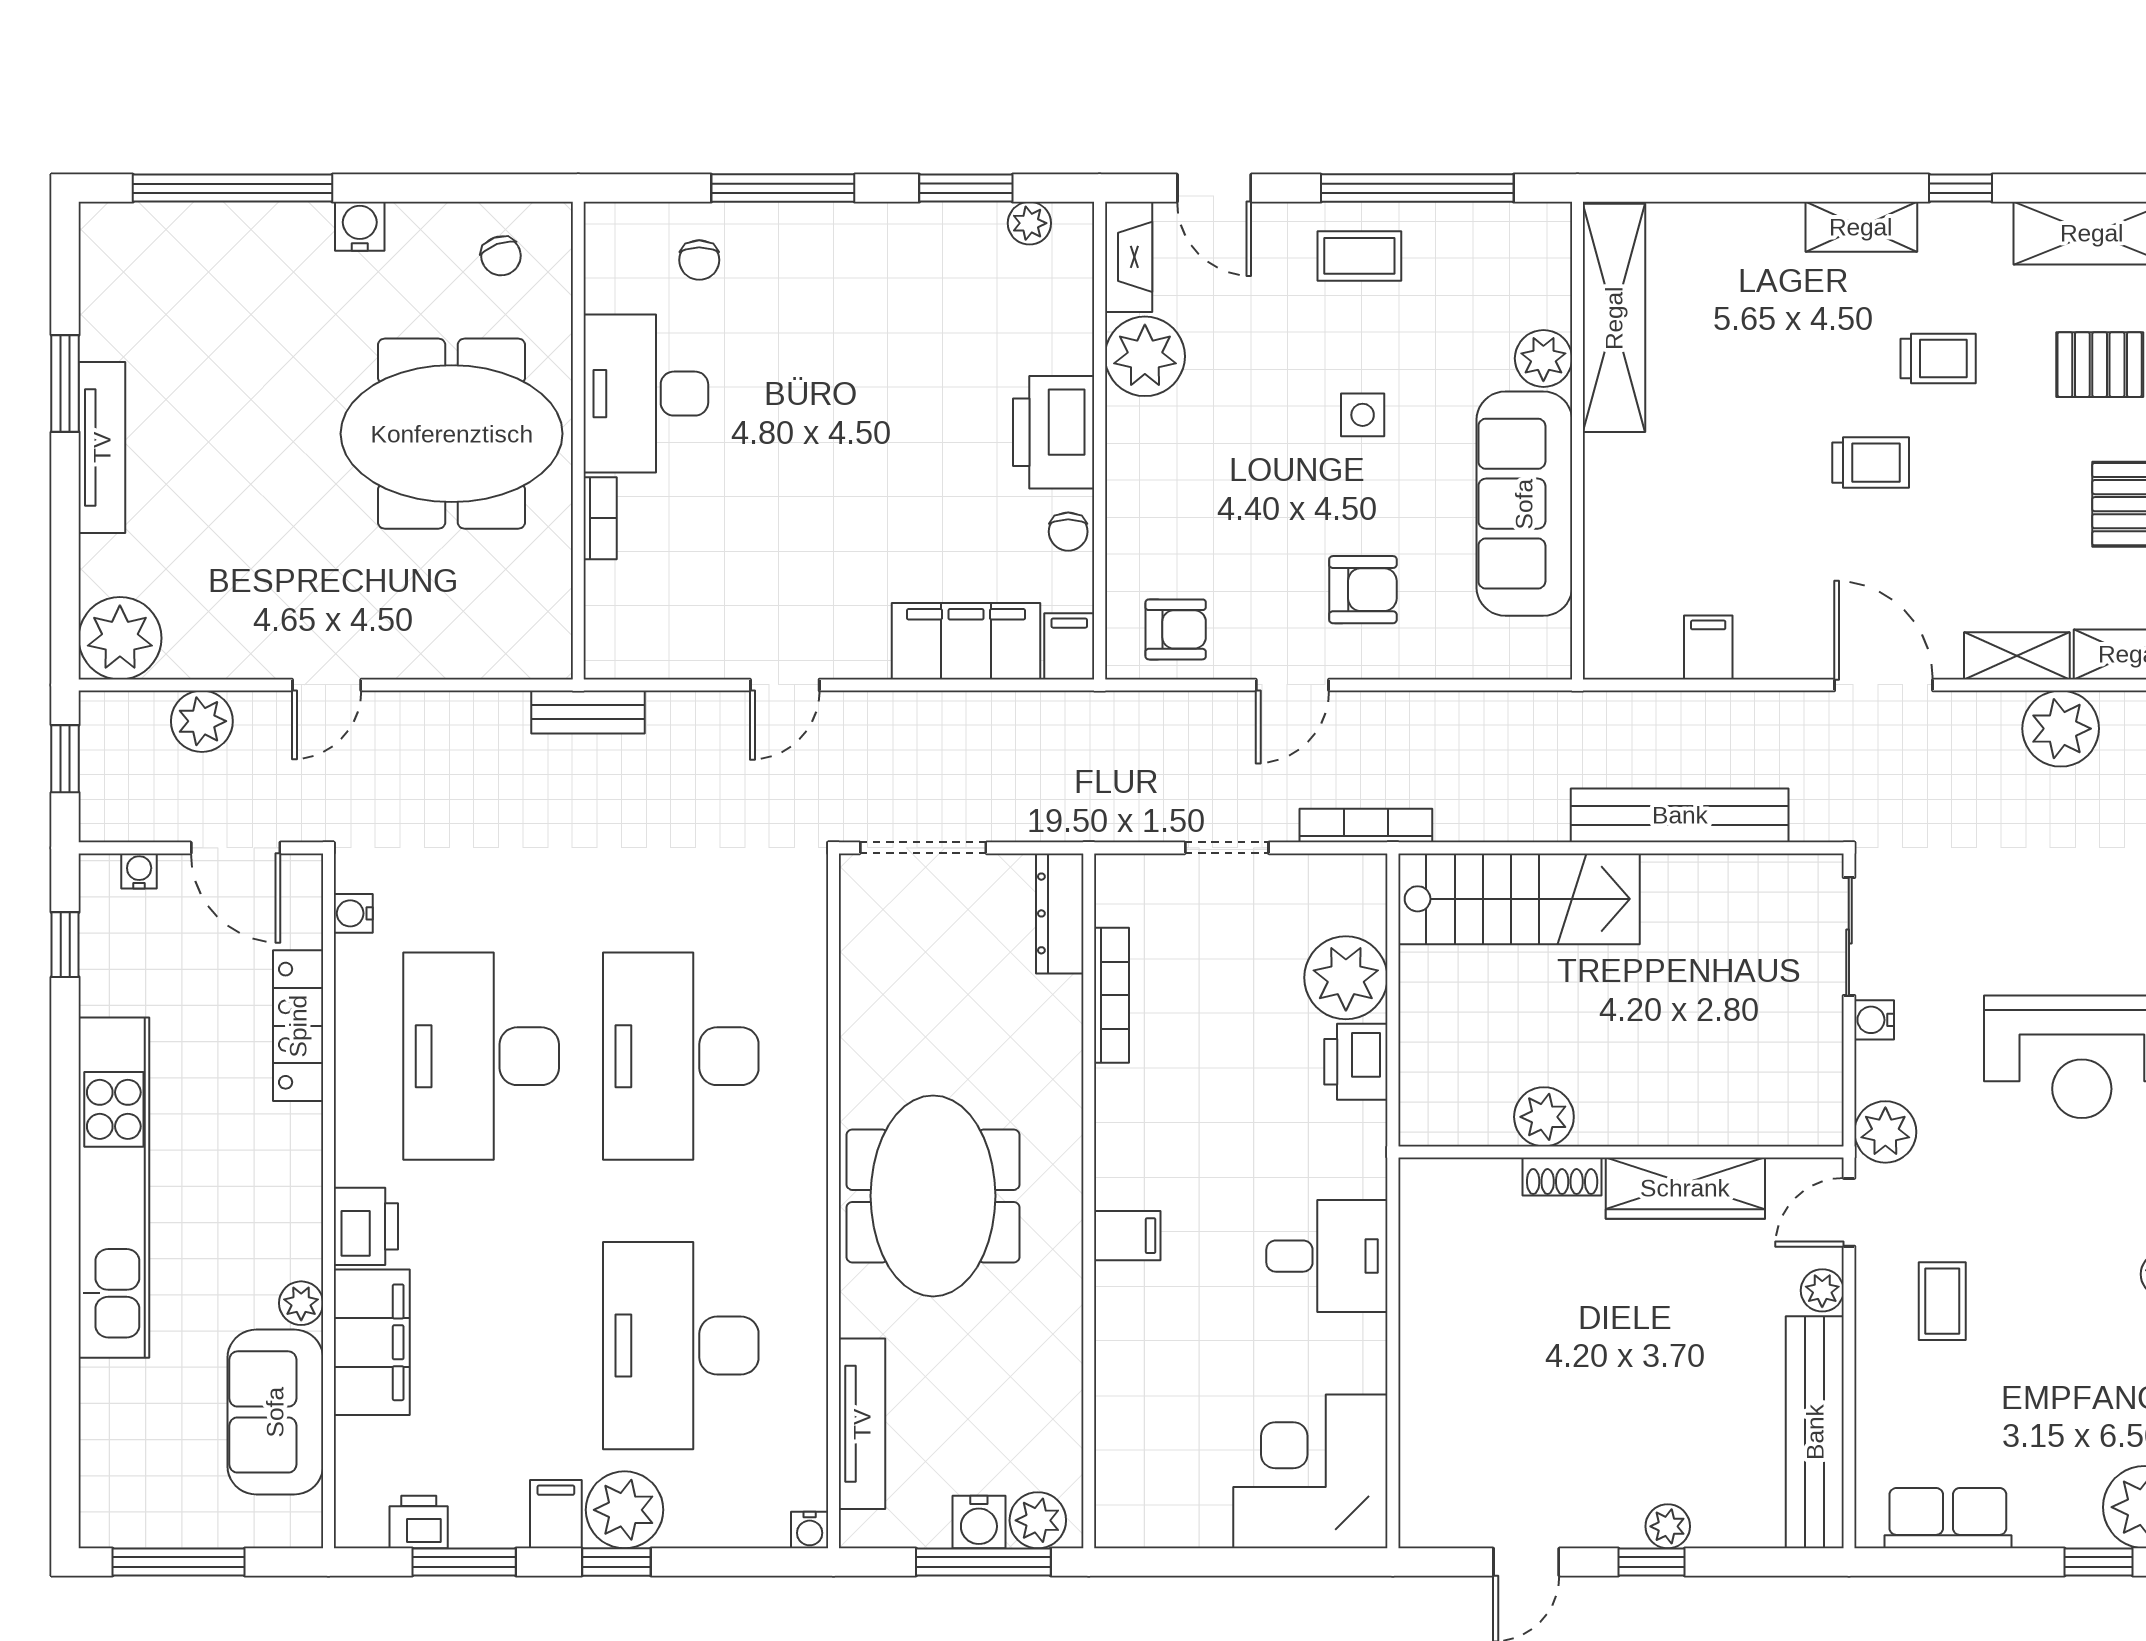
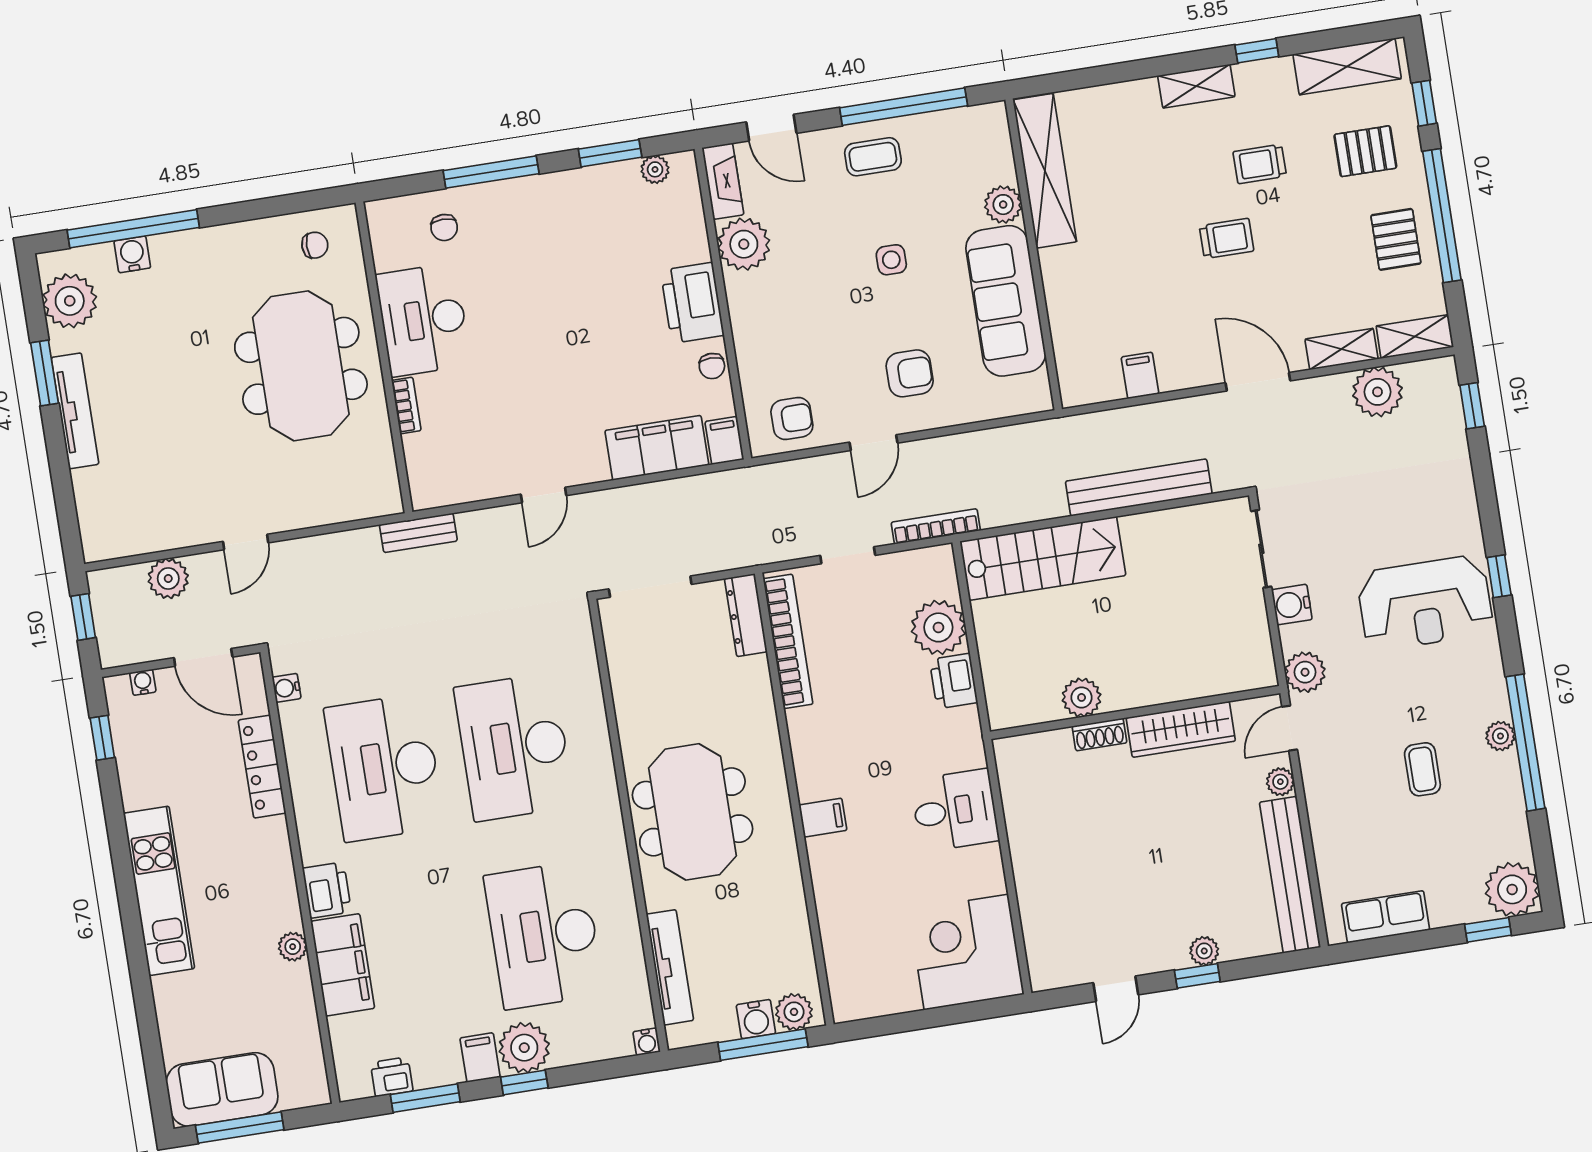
water cooler: (360, 226) -> (132, 254), moved
chair: (501, 256) -> (315, 245), turned -70
trolley: (1938, 358) -> (1260, 164), turned 180
meeting table: (452, 434) -> (301, 366), turned 90
plant: (120, 638) -> (70, 301), moved
bookcase: (1111, 995) -> (788, 641), width x1.48, depth x1.31
water cooler: (1874, 1020) -> (1292, 605), width x1.38, depth x1.38
kitchen unit: (114, 1188) -> (159, 891), width x0.73
coffee table: (1942, 1301) -> (1422, 769), moved
sofa: (275, 1412) -> (222, 1089), moved, turned 90

